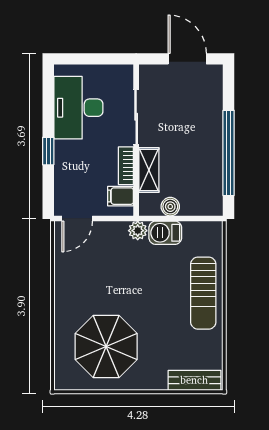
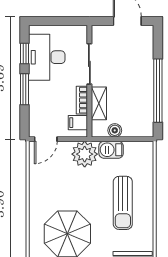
window: (48, 103) -> (24, 54), added
window: (48, 151) -> (24, 89), width x1.50
plant: (138, 231) -> (85, 154), width x1.87, depth x1.87
sun lounger: (203, 293) -> (123, 203), moved

